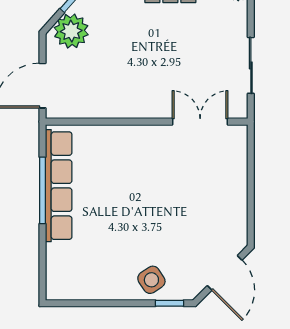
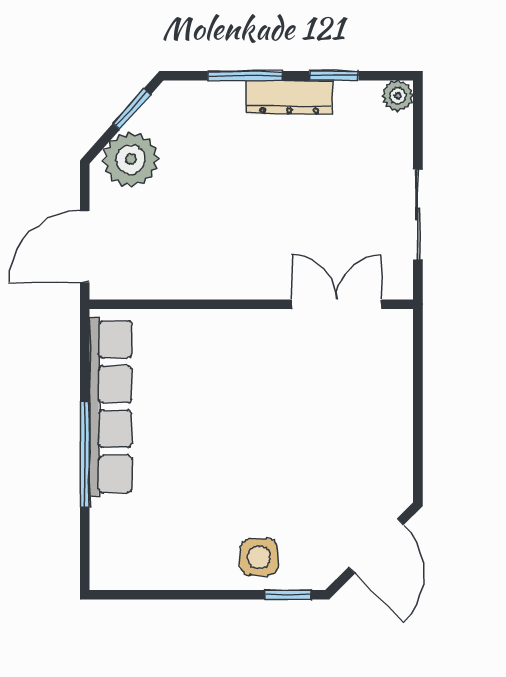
window: (42, 190) -> (85, 455), moved
side table: (151, 280) -> (259, 557), turned 33

